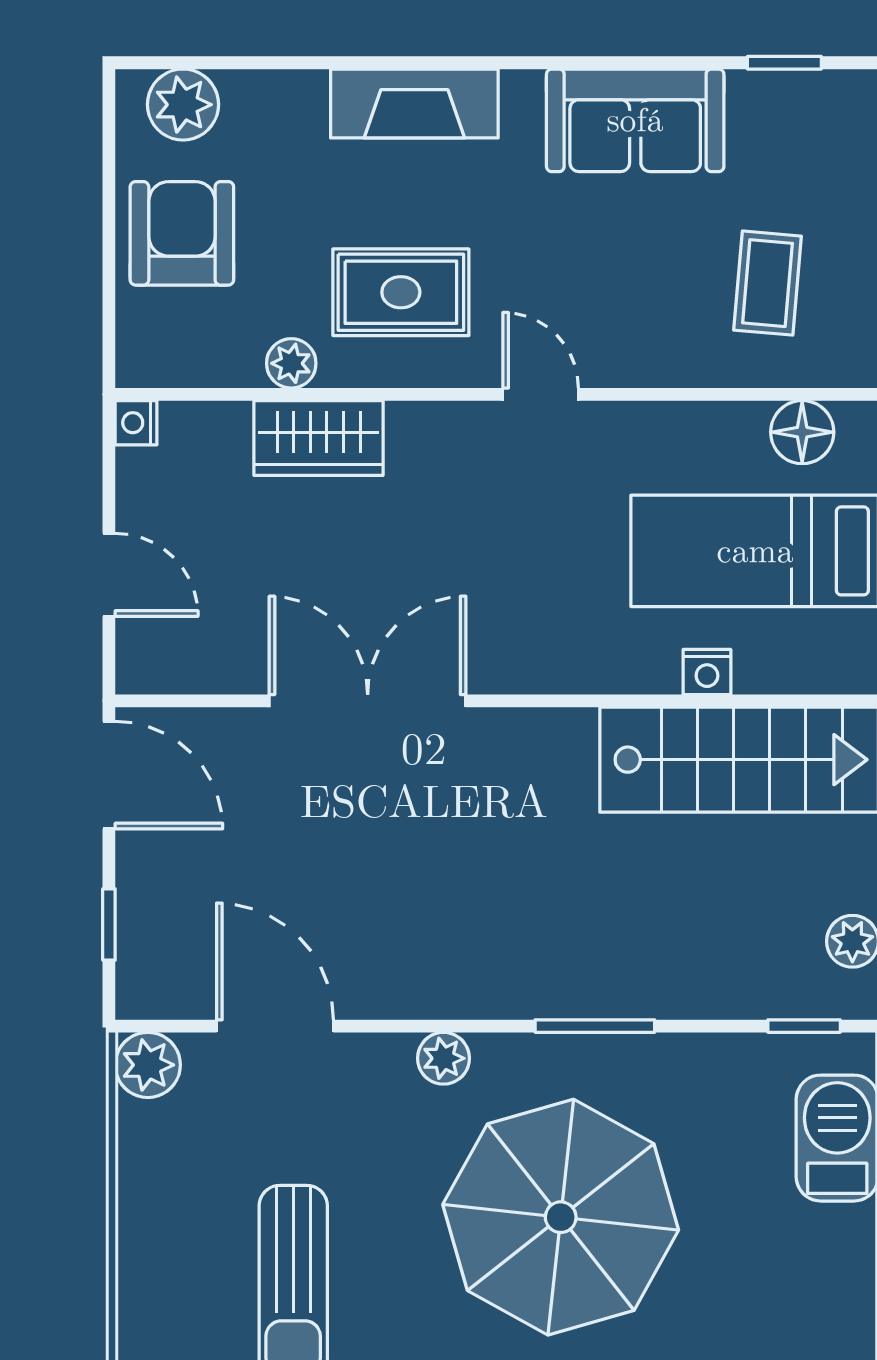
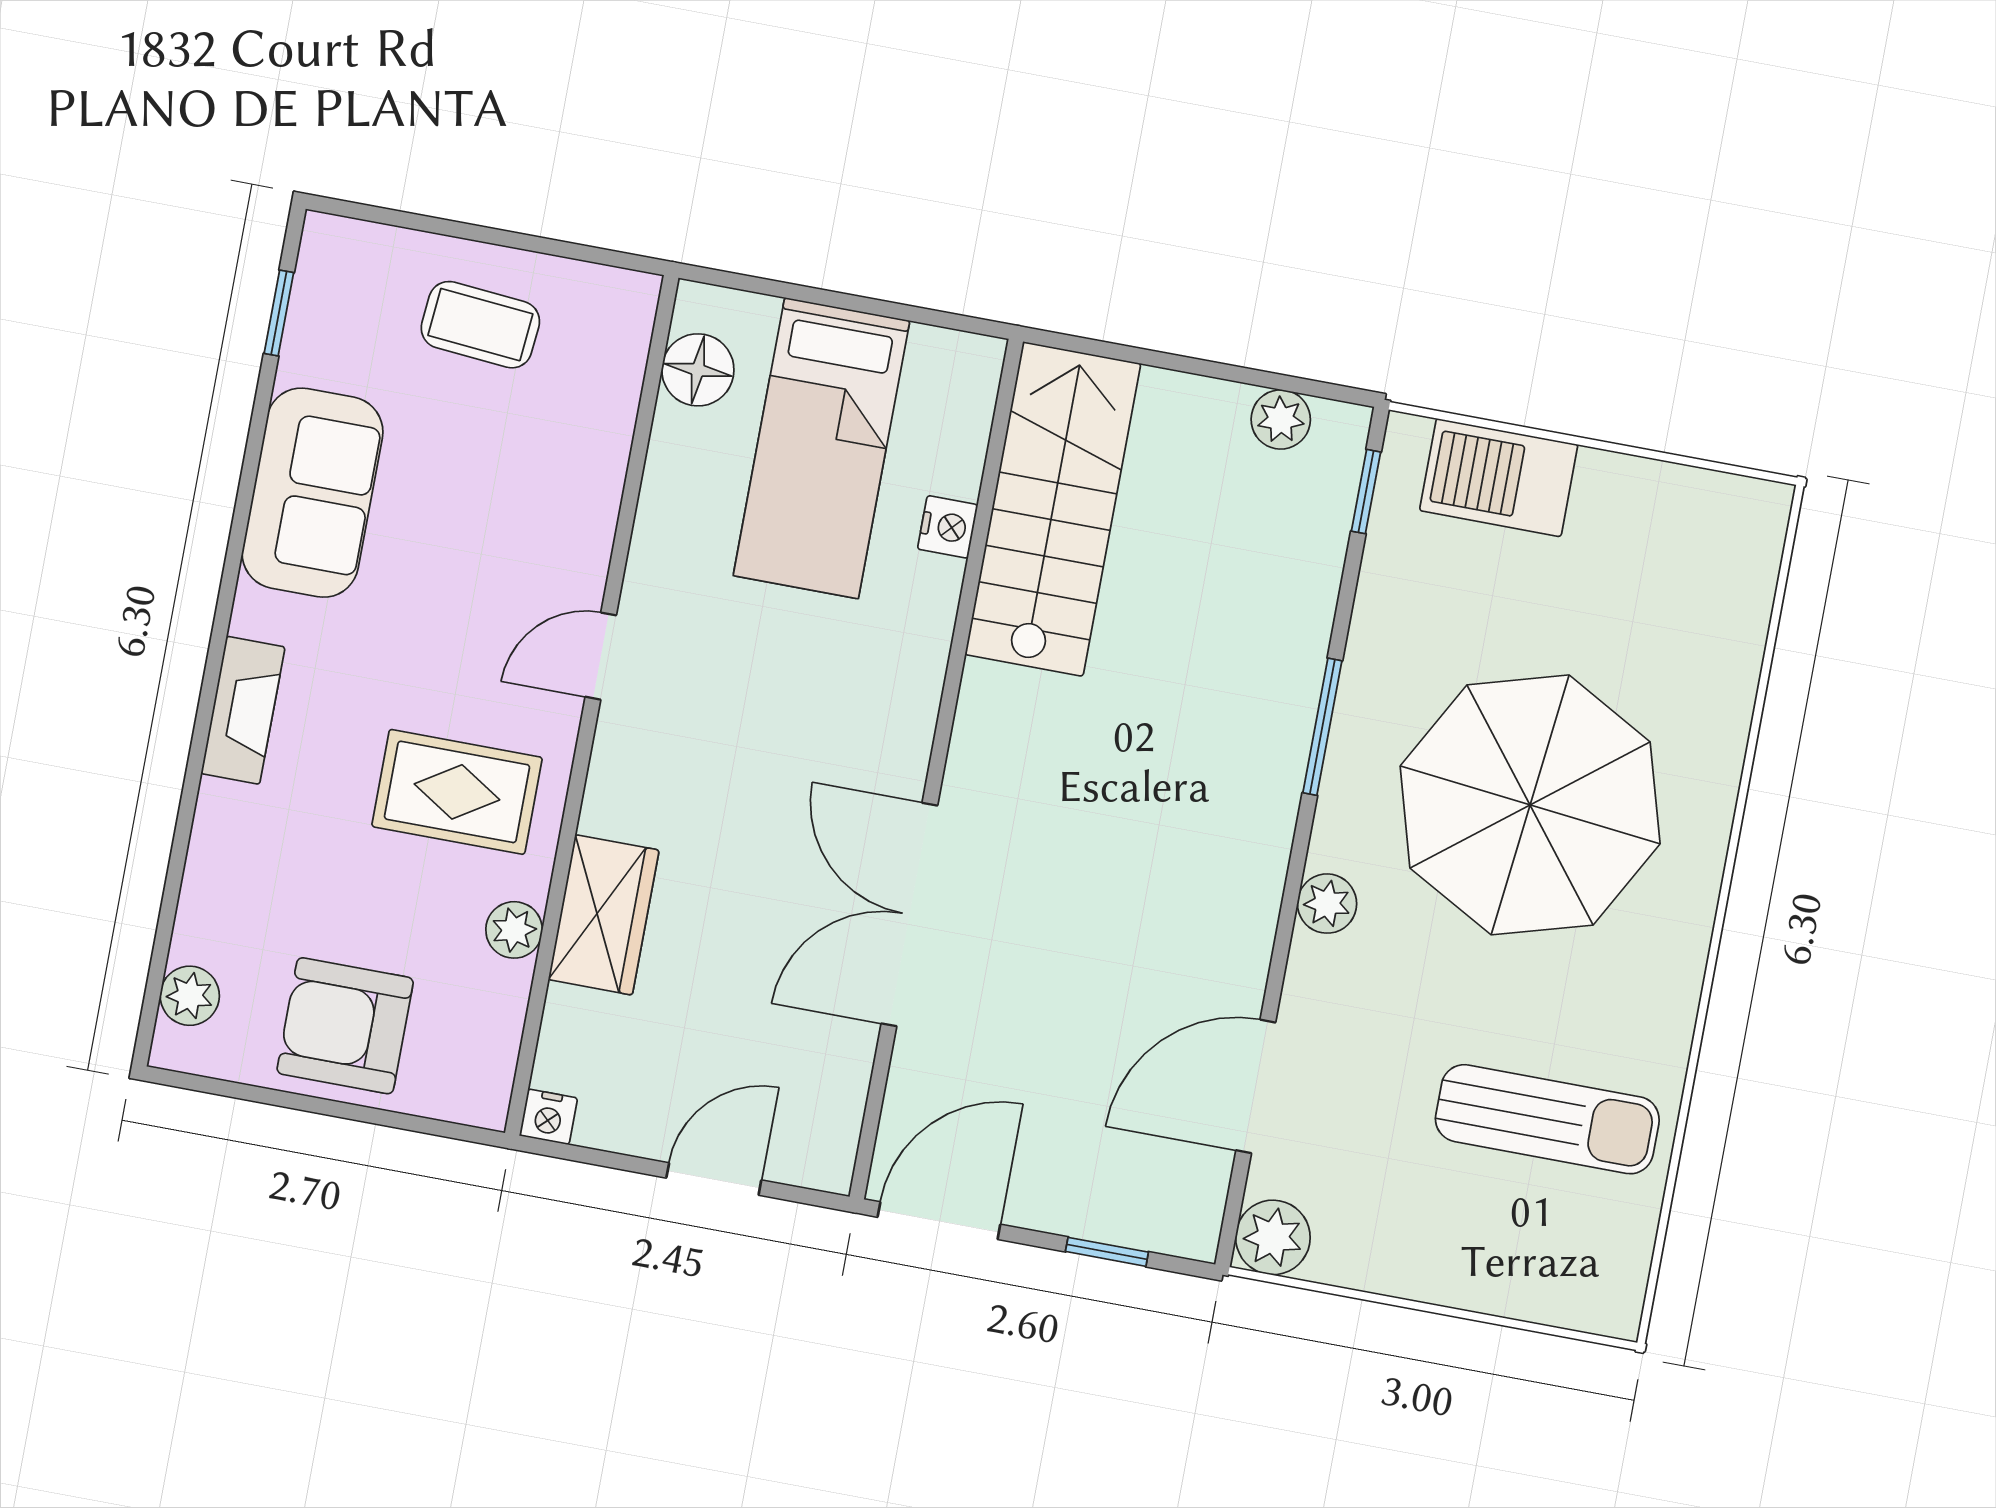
fireplace: (414, 103) -> (243, 710), width x0.73, depth x0.76
plant: (183, 105) -> (190, 996), width x0.73, depth x0.73
coffee table: (768, 283) -> (480, 325), moved
rug: (401, 292) -> (457, 792), turned 90

